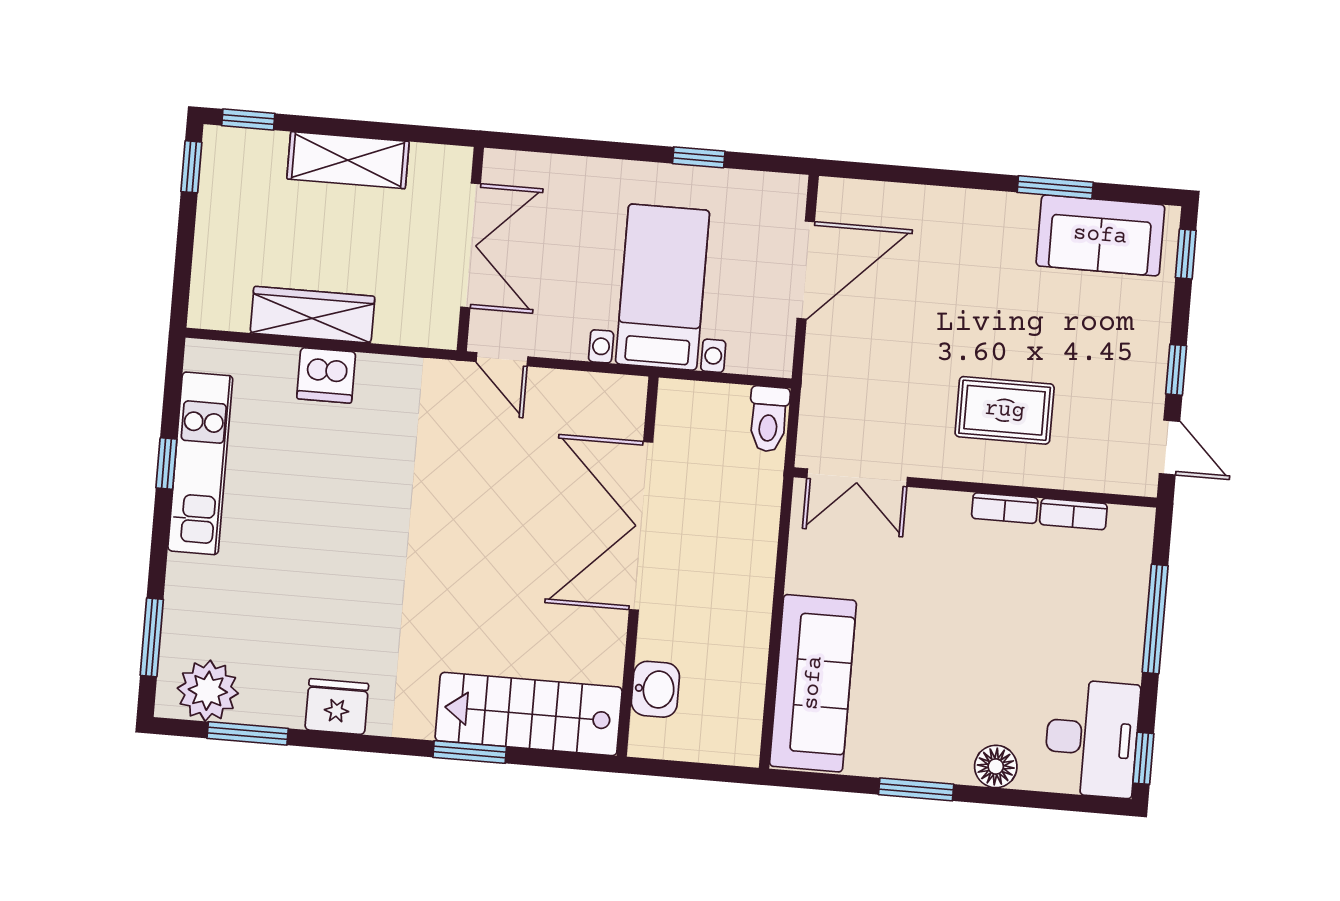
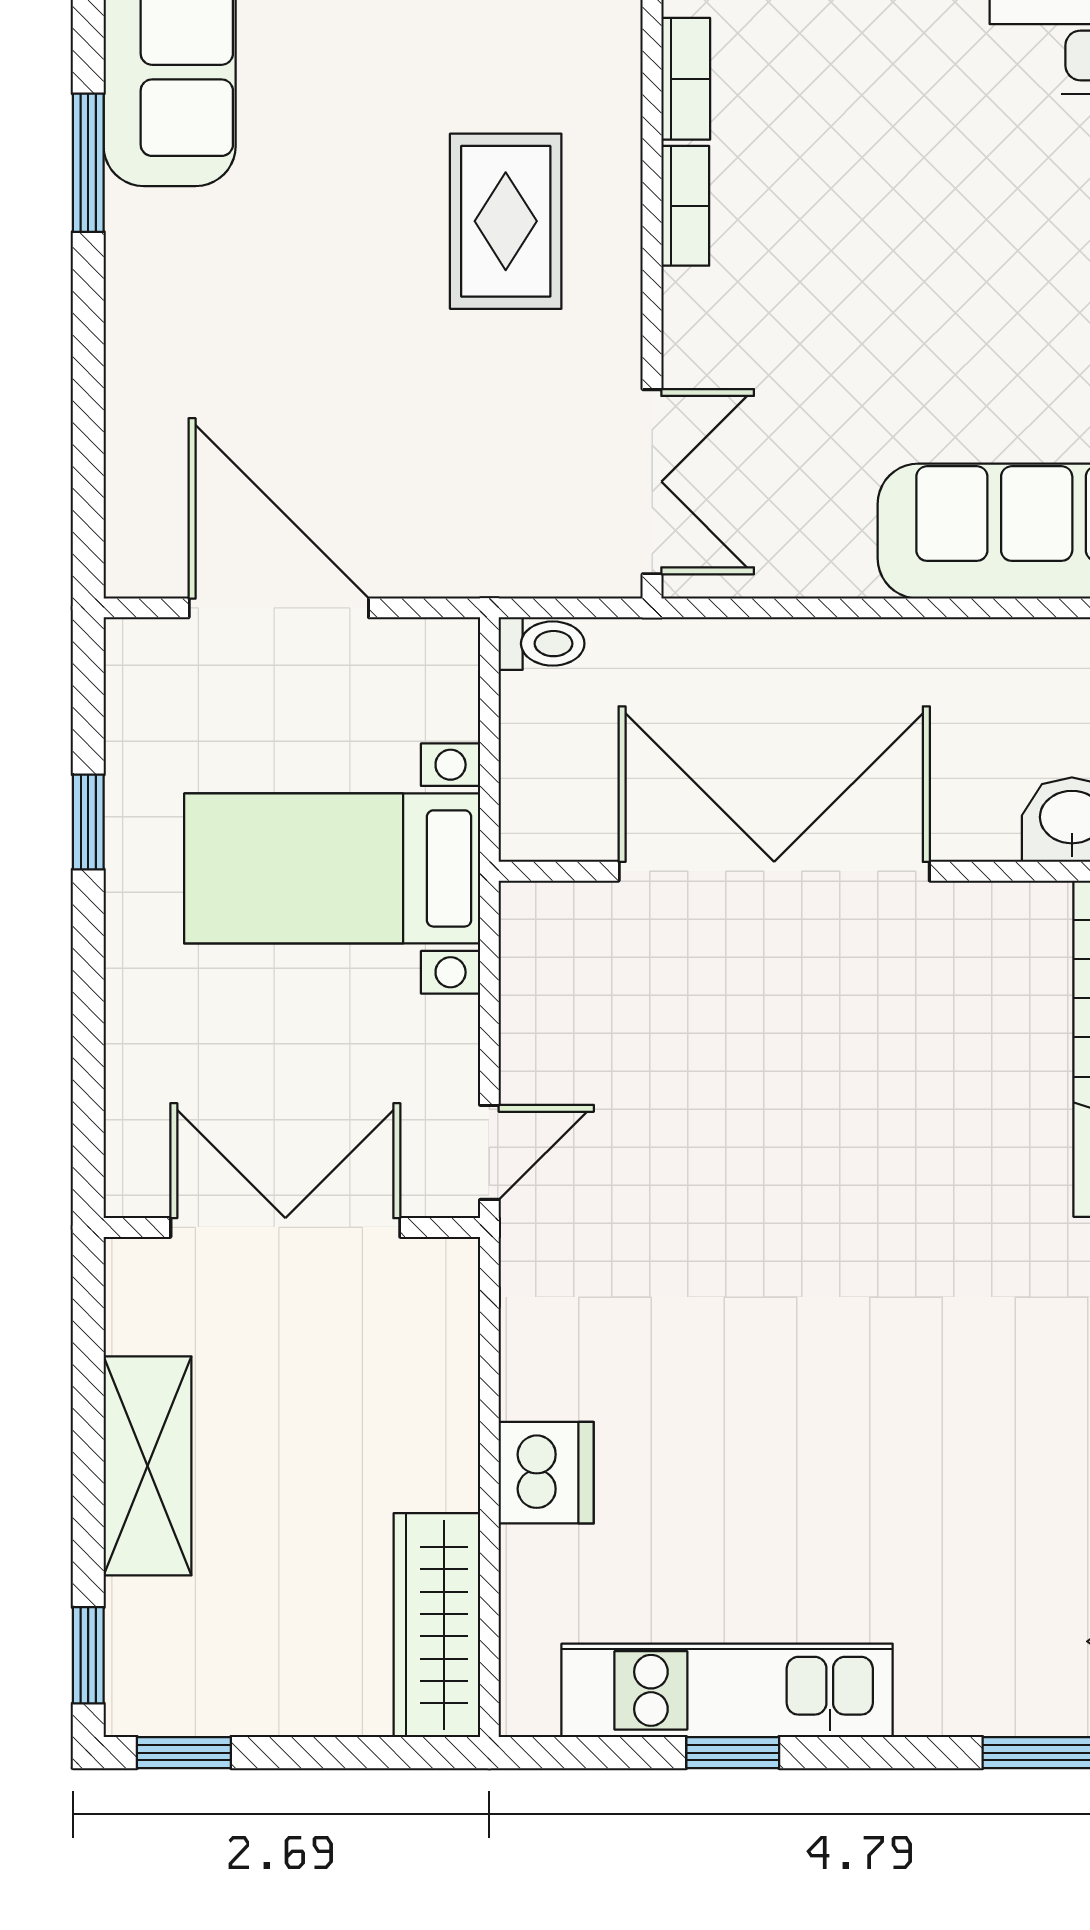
wardrobe: (312, 315) -> (437, 1625), moved
toilet: (769, 419) -> (542, 644), width x0.73, depth x0.72
double door: (641, 526) -> (774, 871), swing flipped

